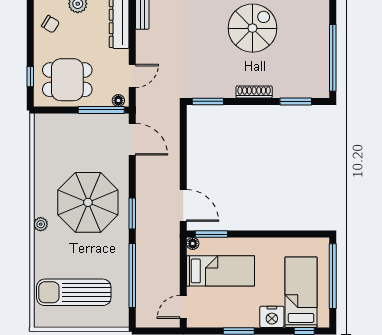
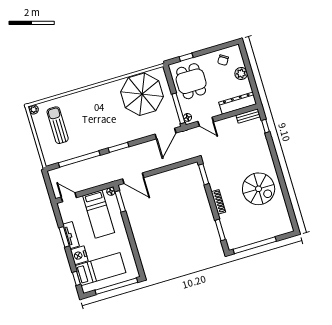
parasol: (88, 202) -> (142, 94), moved
door: (183, 205) -> (133, 178), hinge flipped
plant: (41, 224) -> (34, 110), moved
sun lounger: (74, 292) -> (58, 125), width x0.73, depth x0.75
tv unit: (239, 320) -> (71, 235), added

